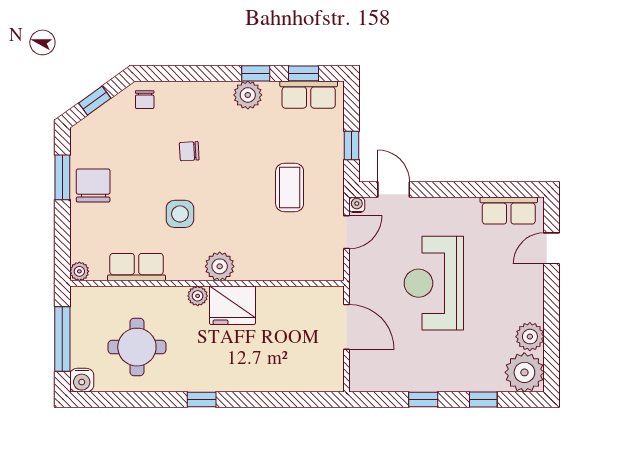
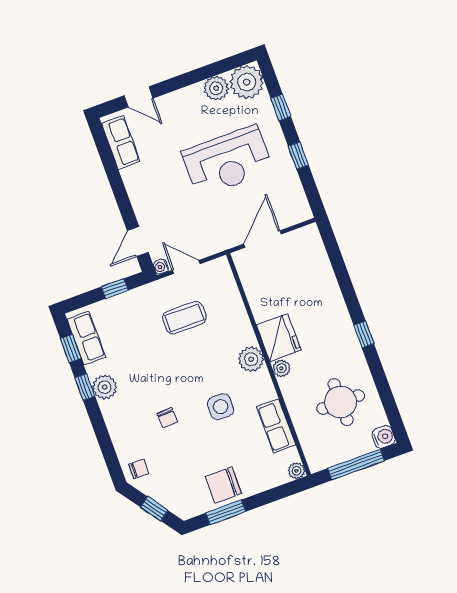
coffee table: (290, 187) -> (184, 318), moved
reception desk: (434, 283) -> (227, 161), moved

